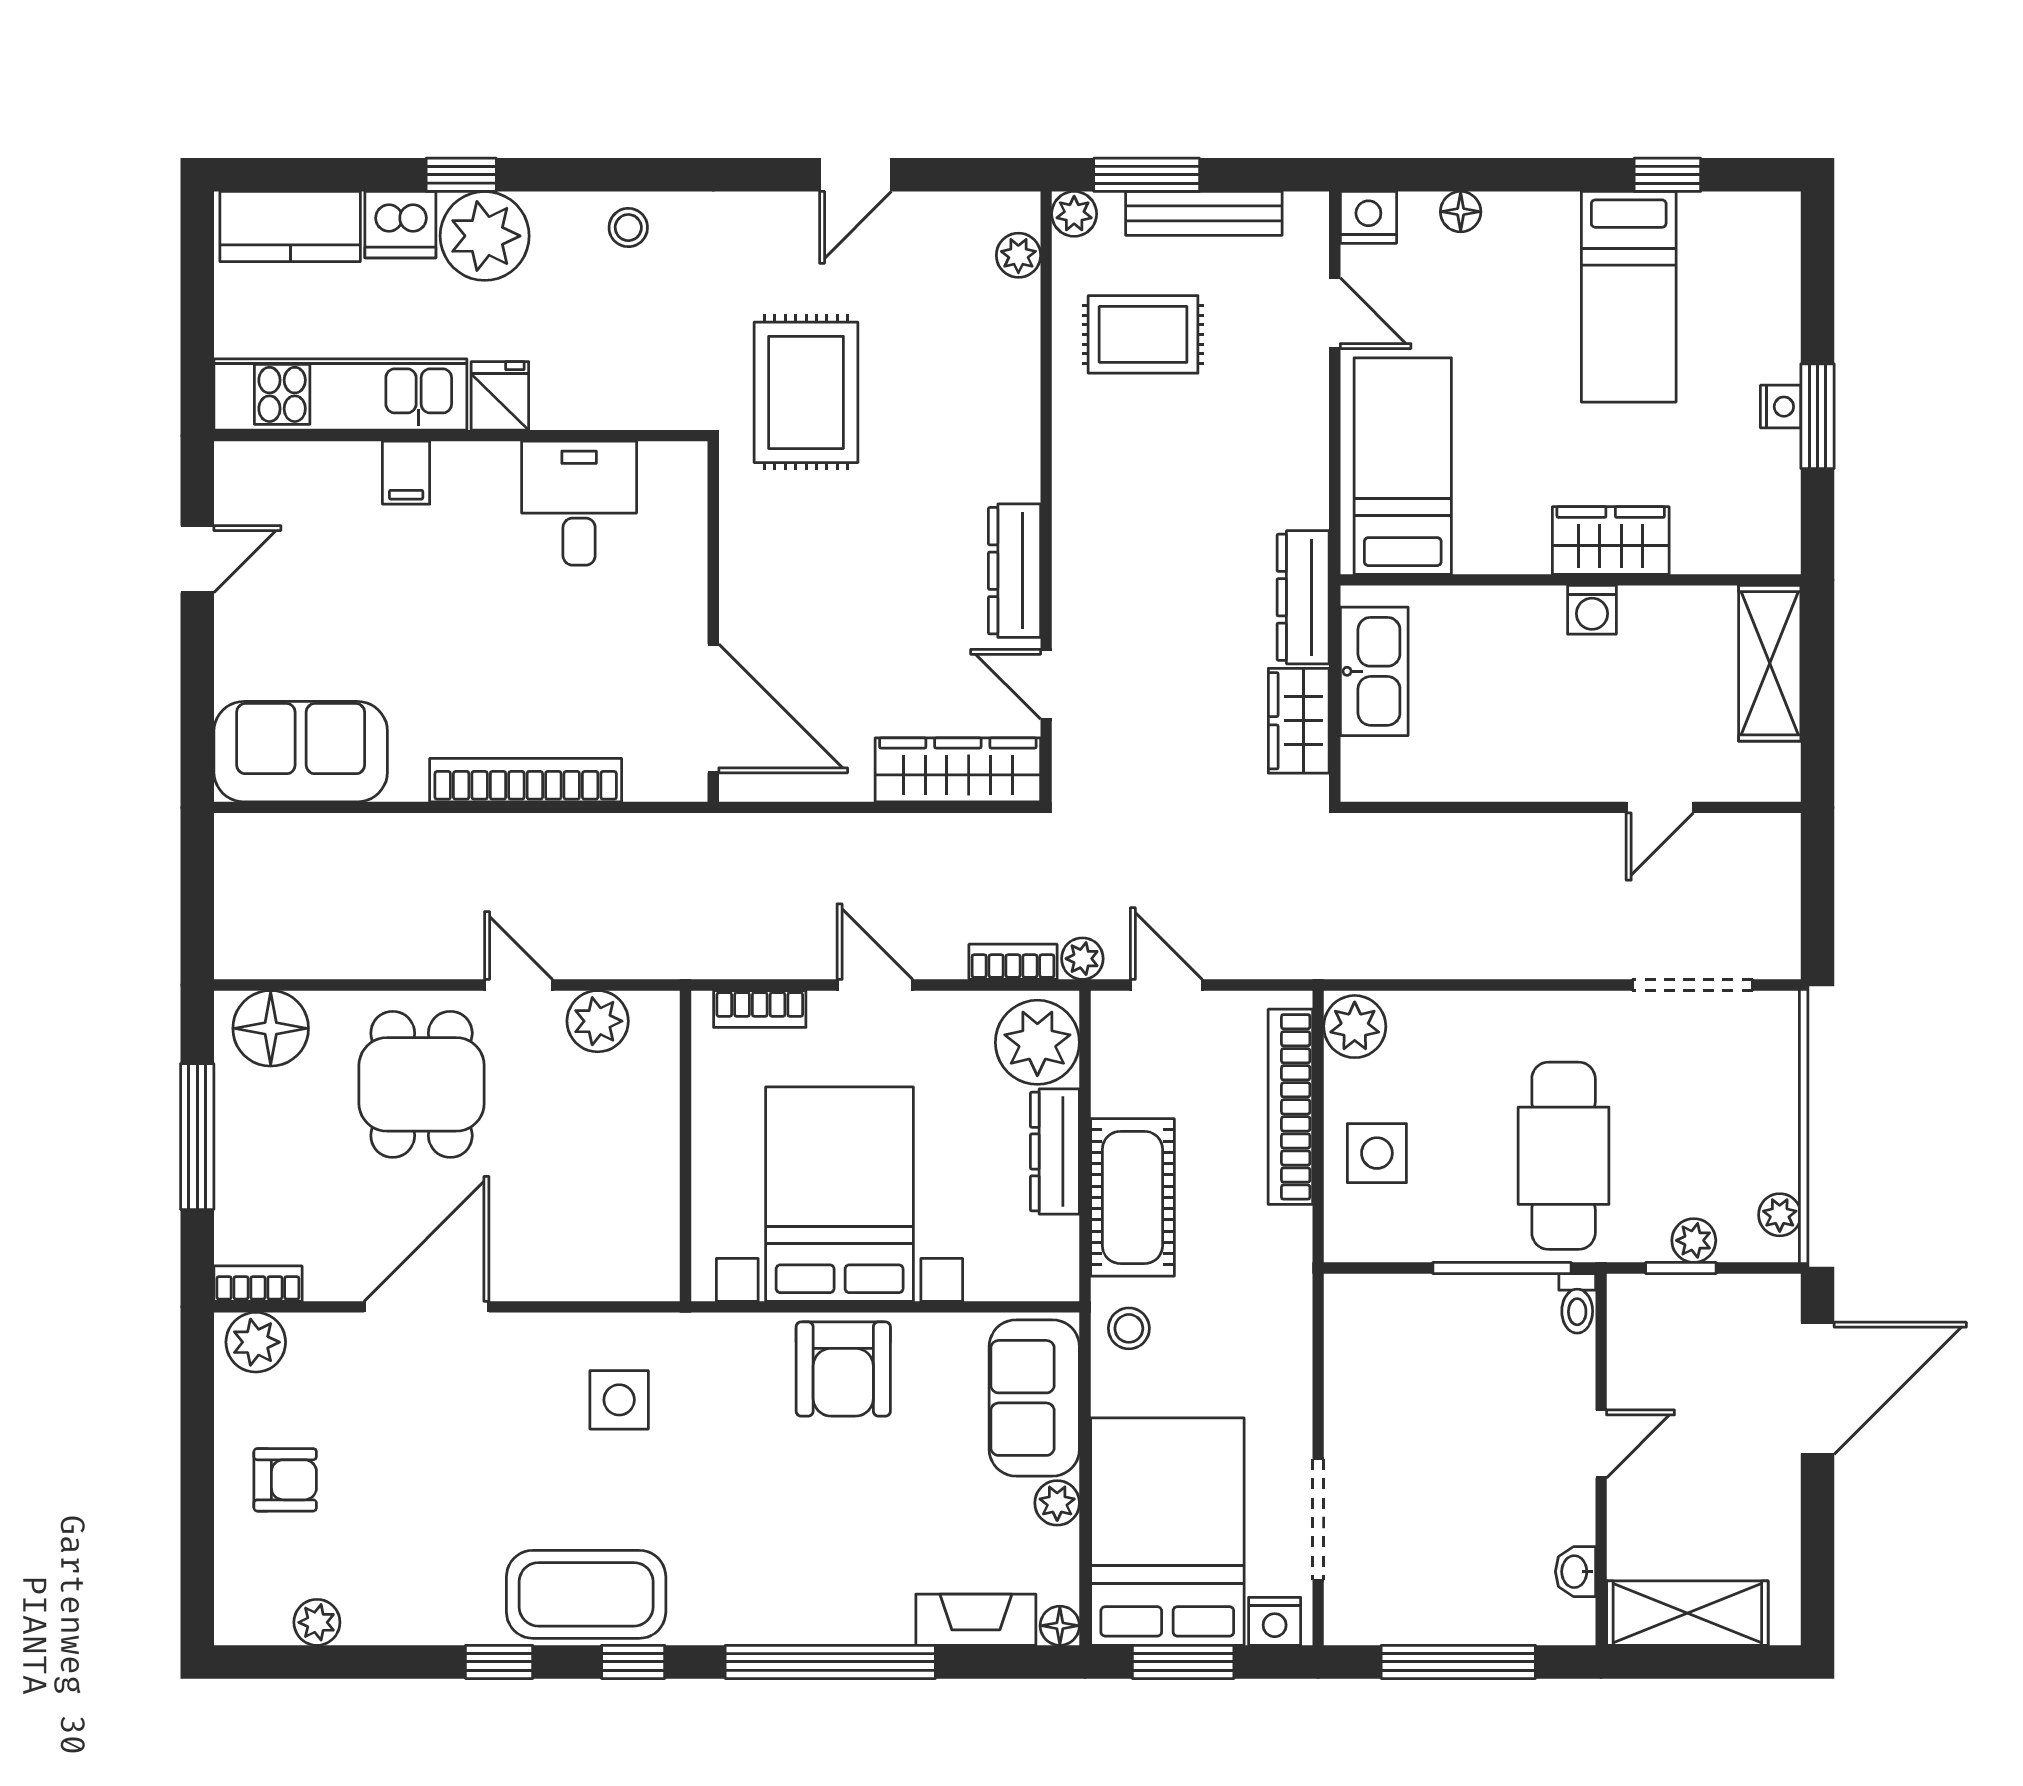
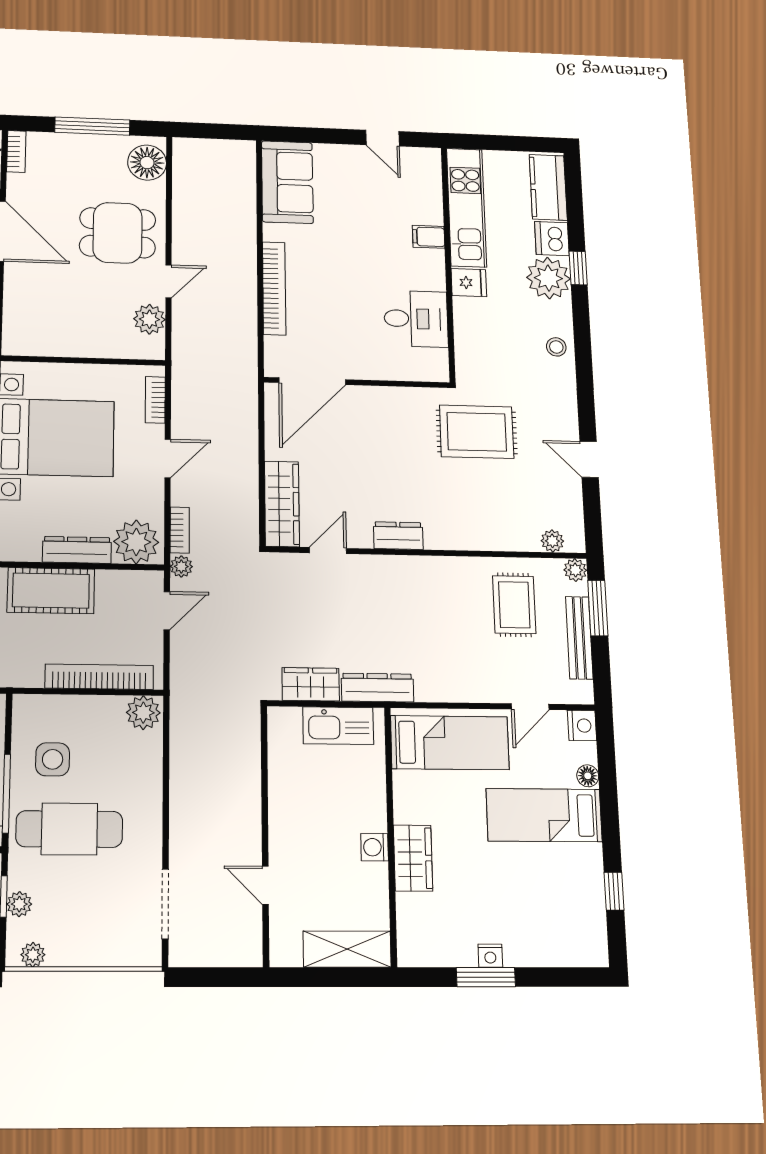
bed: (1629, 297) -> (544, 815), moved
dresser: (1014, 571) -> (398, 536), width x0.70
side table: (1377, 1153) -> (53, 759), moved

